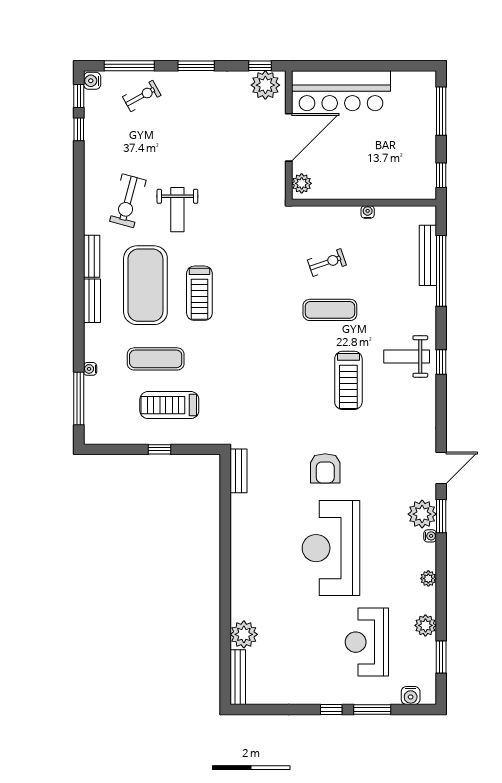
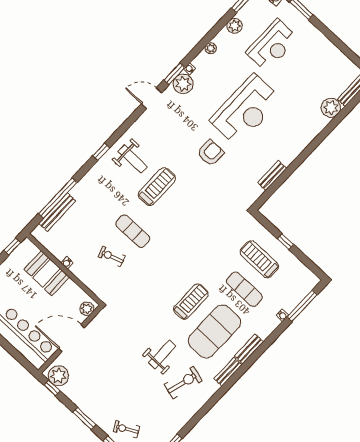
booth: (379, 181) -> (47, 273), added
weight bench: (407, 356) -> (133, 159), moved
treadmill: (169, 405) -> (259, 259), turned 180
bench: (238, 471) -> (272, 175), moved
window: (331, 710) -> (322, 28), removed

